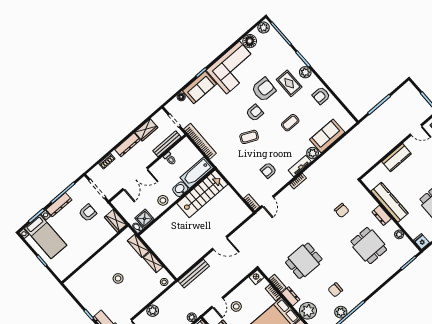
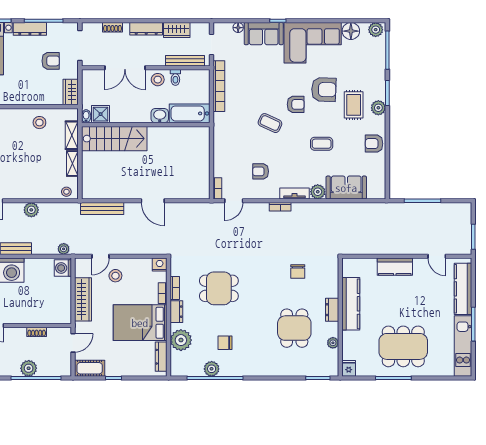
stairs: (202, 194) -> (114, 139), moved
stool: (163, 200) -> (158, 80), moved
stool: (118, 278) -> (39, 123), moved

